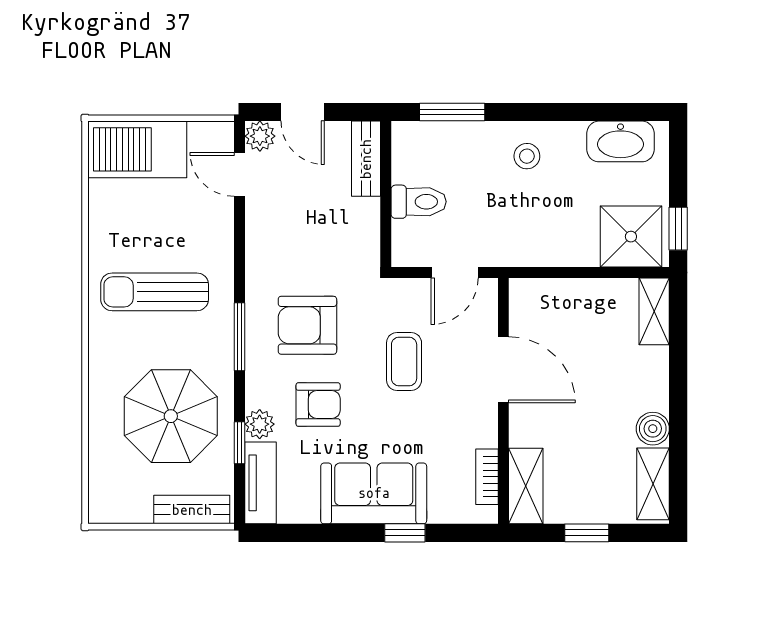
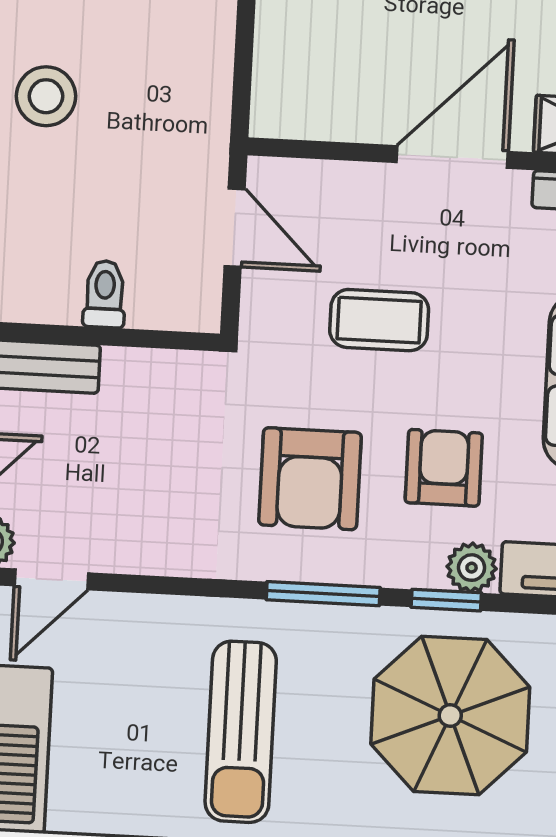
stool: (527, 156) -> (46, 96), width x1.37, depth x1.37
toilet: (419, 202) -> (105, 294), width x0.73, depth x0.72
door: (503, 370) -> (452, 157), moved
window: (239, 443) -> (446, 600), moved

